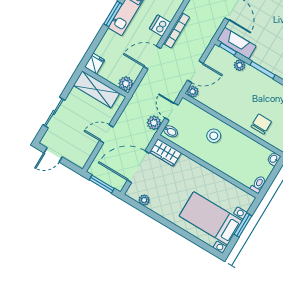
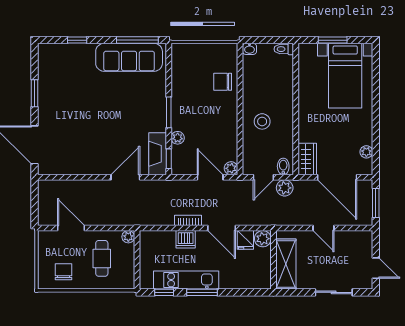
bookcase: (176, 30) -> (188, 220), width x0.64
fridge: (95, 64) -> (245, 240), moved, turned -90

